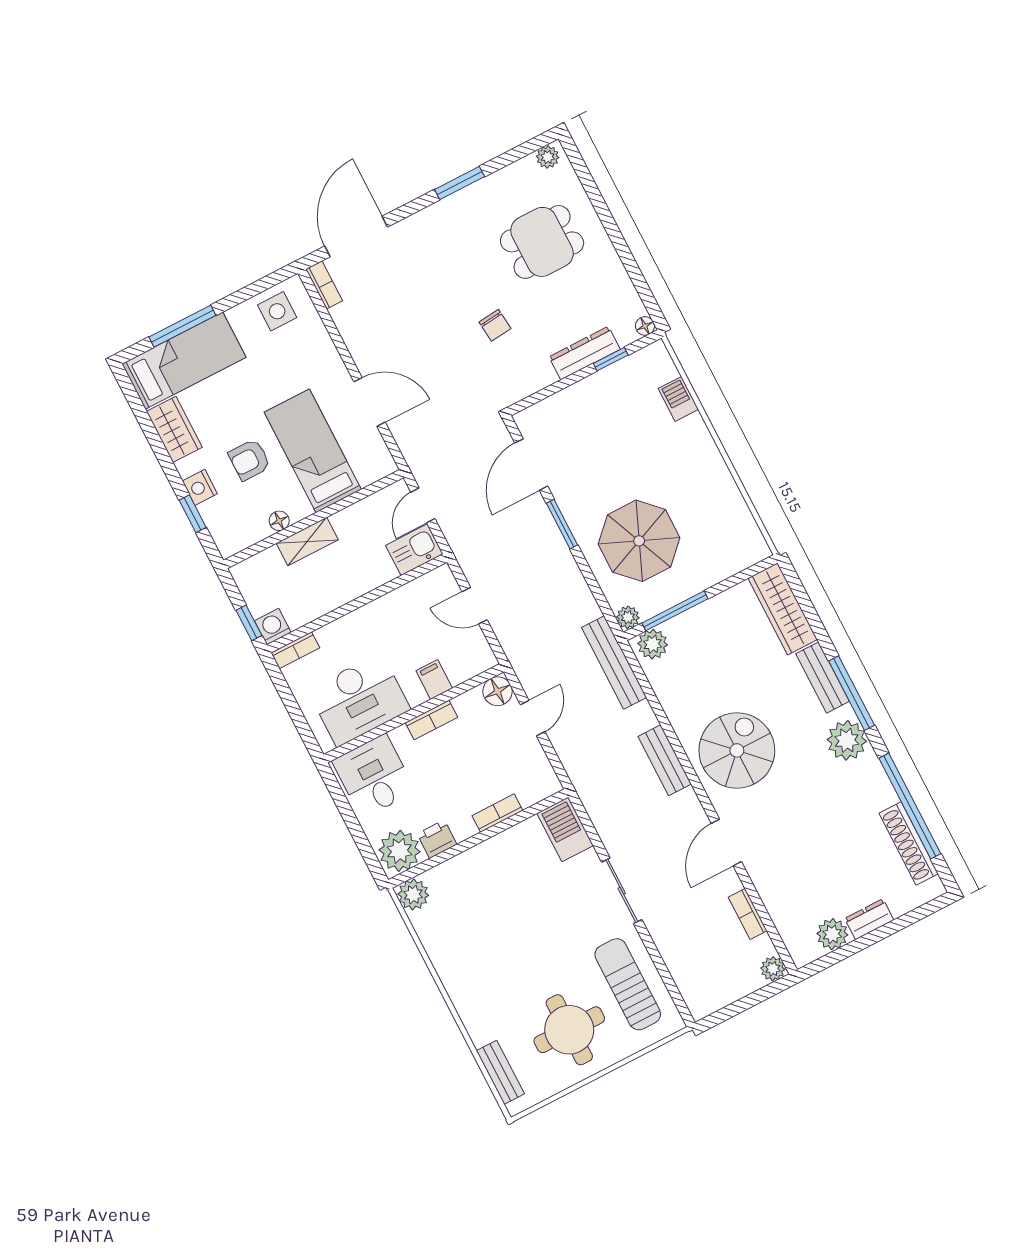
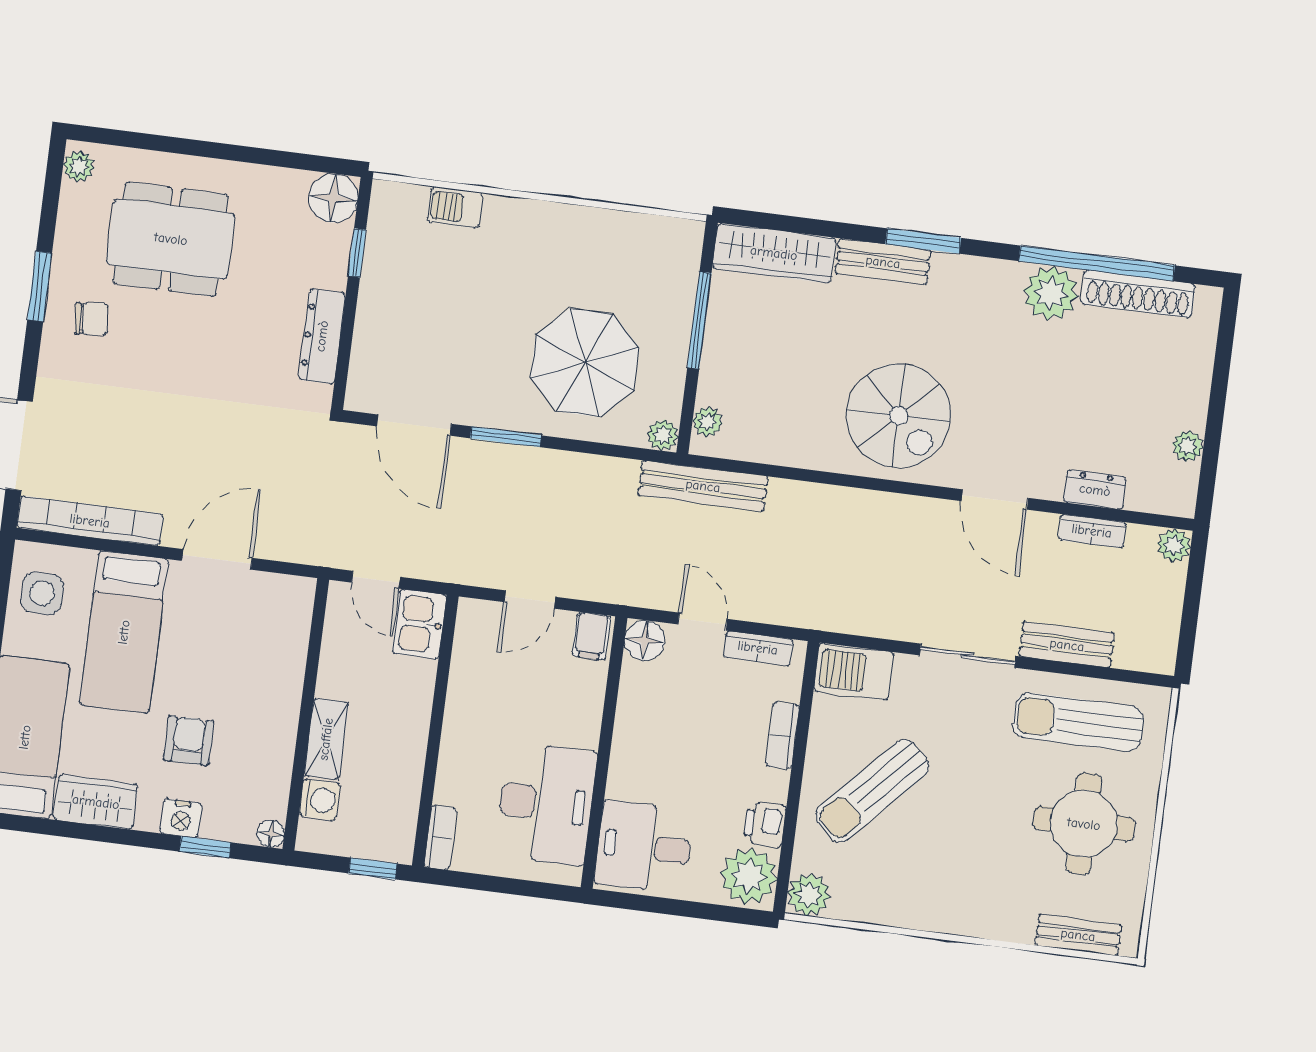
dining table: (542, 242) -> (171, 239), width x1.38
bookcase: (324, 285) -> (90, 521), width x2.31, depth x1.31
chair: (495, 325) -> (91, 319), moved
floor lamp: (645, 326) -> (333, 198), width x1.89, depth x1.89
dresser: (585, 353) -> (322, 336), moved
bed: (313, 451) -> (124, 632), moved, turned -90
armchair: (249, 460) -> (189, 741), turned 180
floor lamp: (279, 521) -> (271, 834), moved
window: (675, 611) -> (699, 320), moved
washing machine: (273, 627) -> (320, 800), moved, turned 180
plant: (653, 644) -> (708, 422), width x0.73, depth x0.73
filing cabinet: (434, 679) -> (591, 636), moved, turned -90
window: (852, 693) -> (923, 241), width x0.69
bookcase: (431, 720) -> (758, 648), moved, turned 90
plant: (847, 740) -> (1051, 293), moved
spiral stairs: (737, 750) -> (899, 416), turned 180
bench: (665, 760) -> (1067, 645), moved
sun lounger: (501, 890) -> (872, 791), added
dresser: (869, 919) -> (1095, 490), moved, turned 90
plant: (832, 934) -> (1188, 446), width x0.73, depth x0.73

